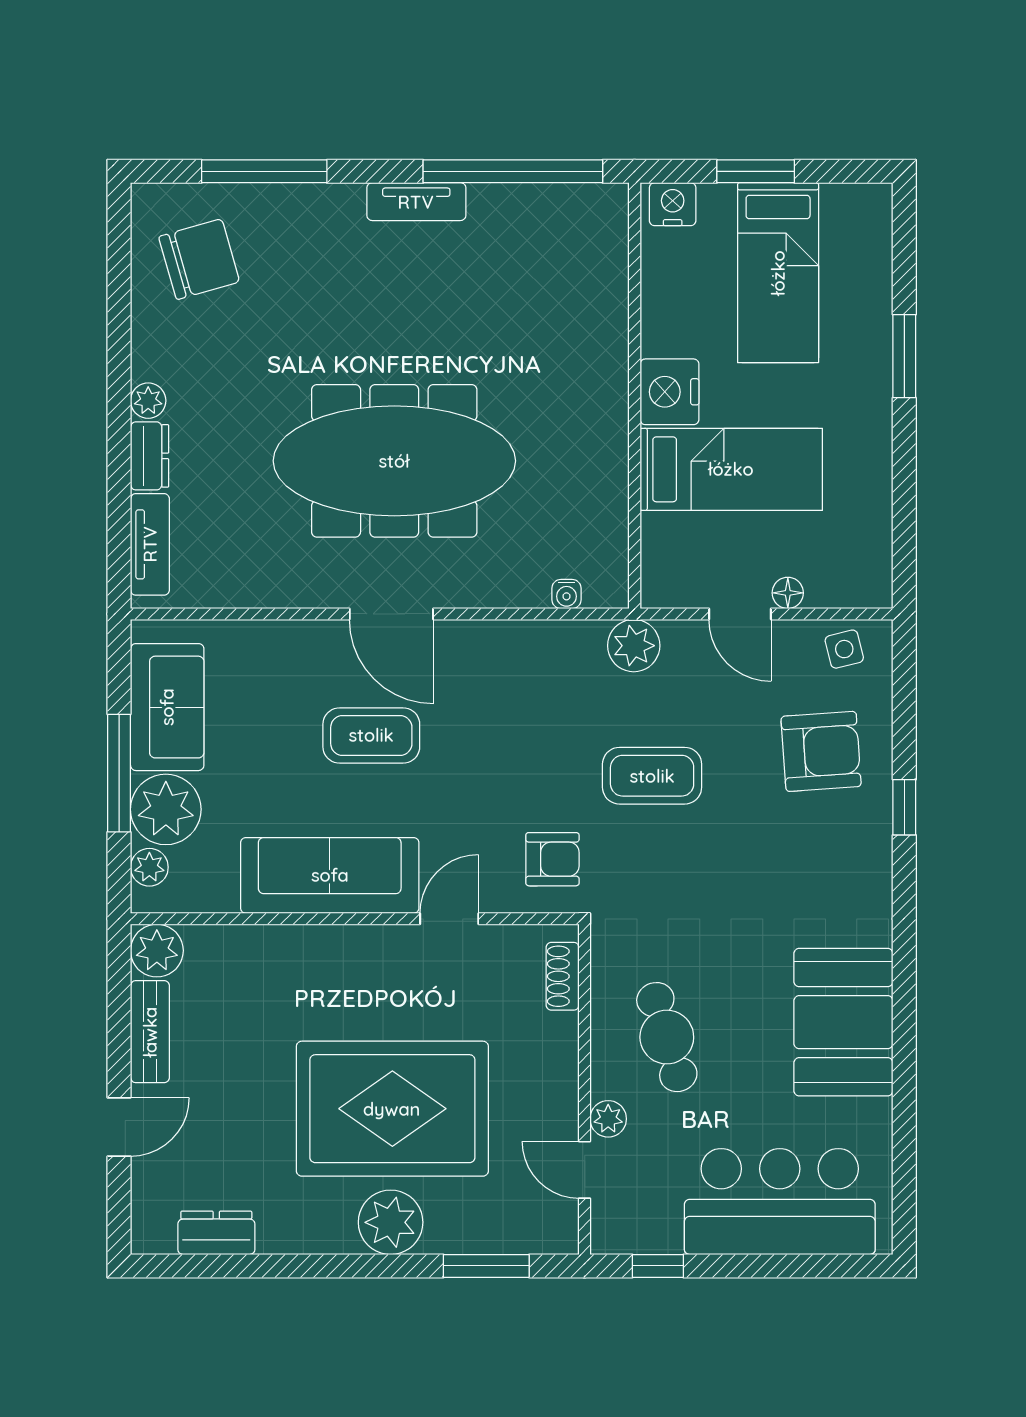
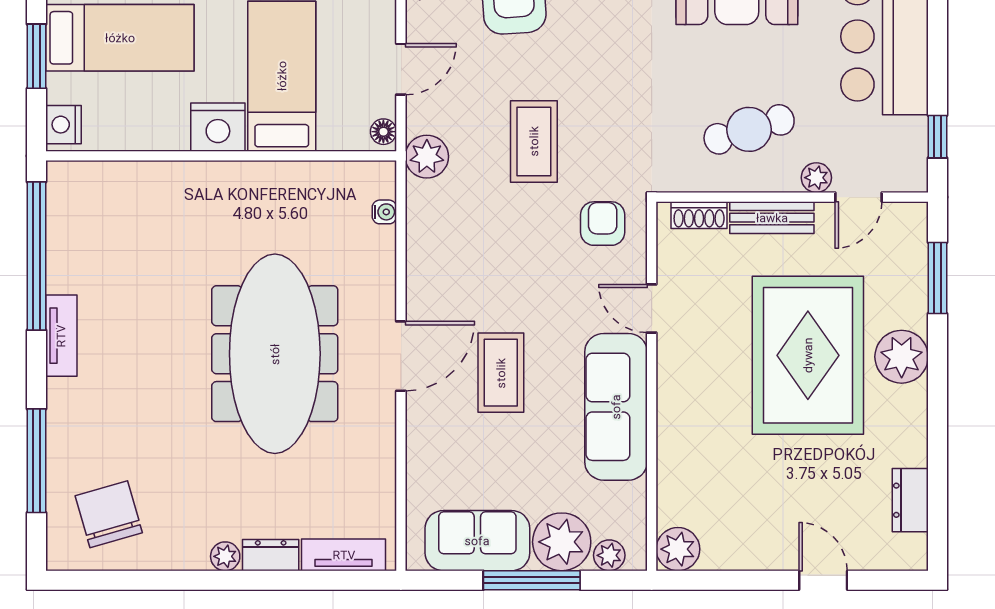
floor lamp: (788, 593) -> (383, 132), moved
bench: (150, 1032) -> (772, 218), moved

